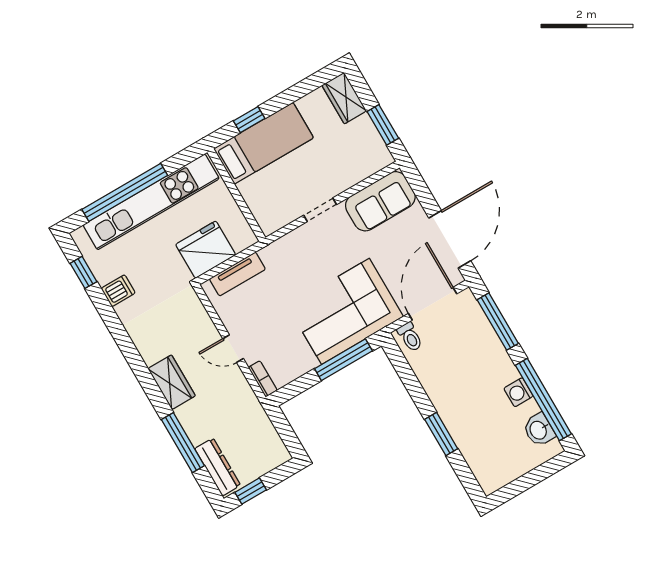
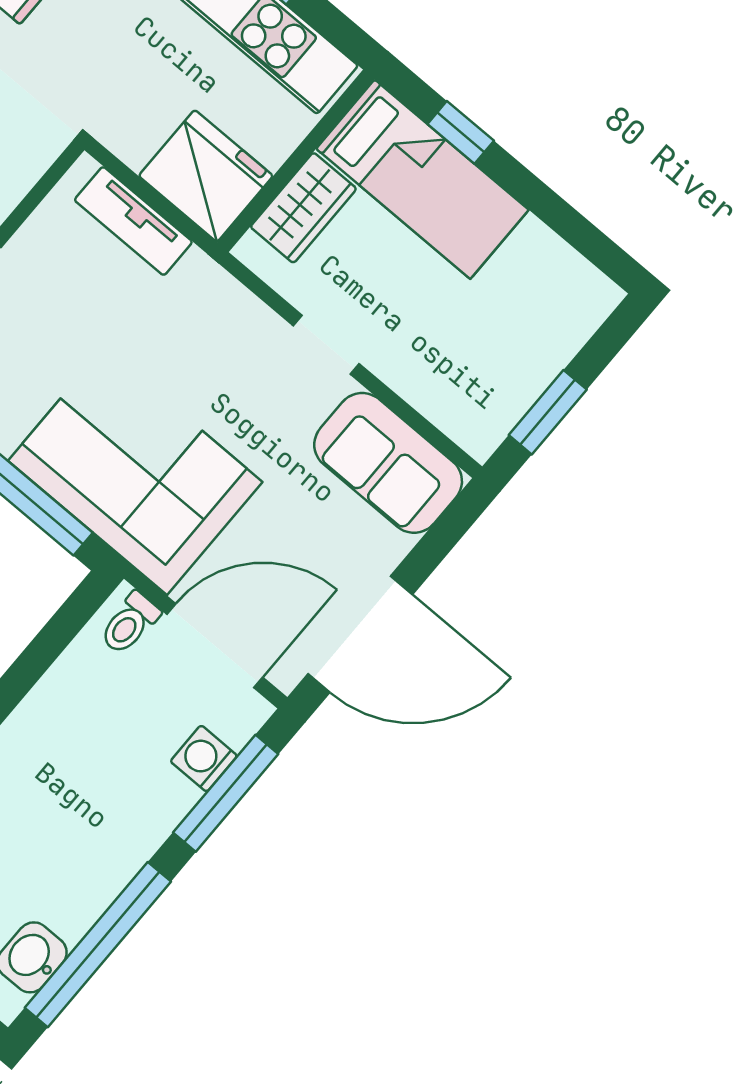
wardrobe: (344, 98) -> (303, 208), moved, turned 180
fridge: (206, 250) -> (206, 176), moved
washing machine: (518, 392) -> (204, 759), moved

